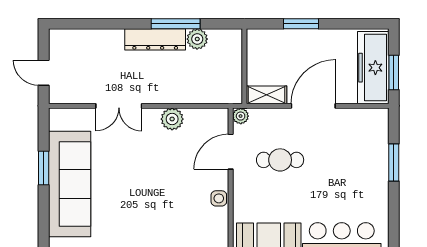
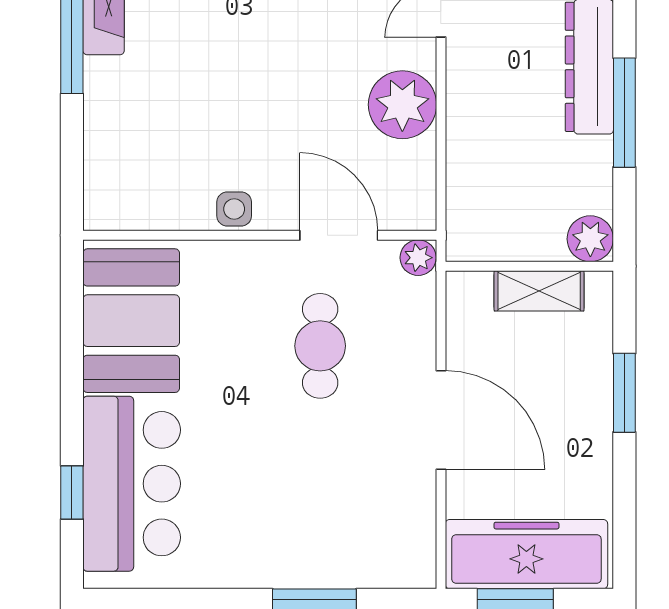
plant: (197, 39) -> (590, 239), moved
shelving: (266, 95) -> (539, 291), moved, turned 90
plant: (172, 119) -> (402, 105), width x1.36, depth x1.36

